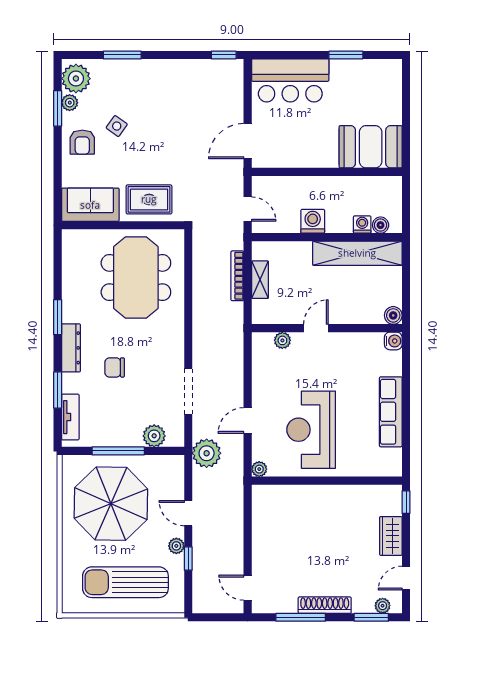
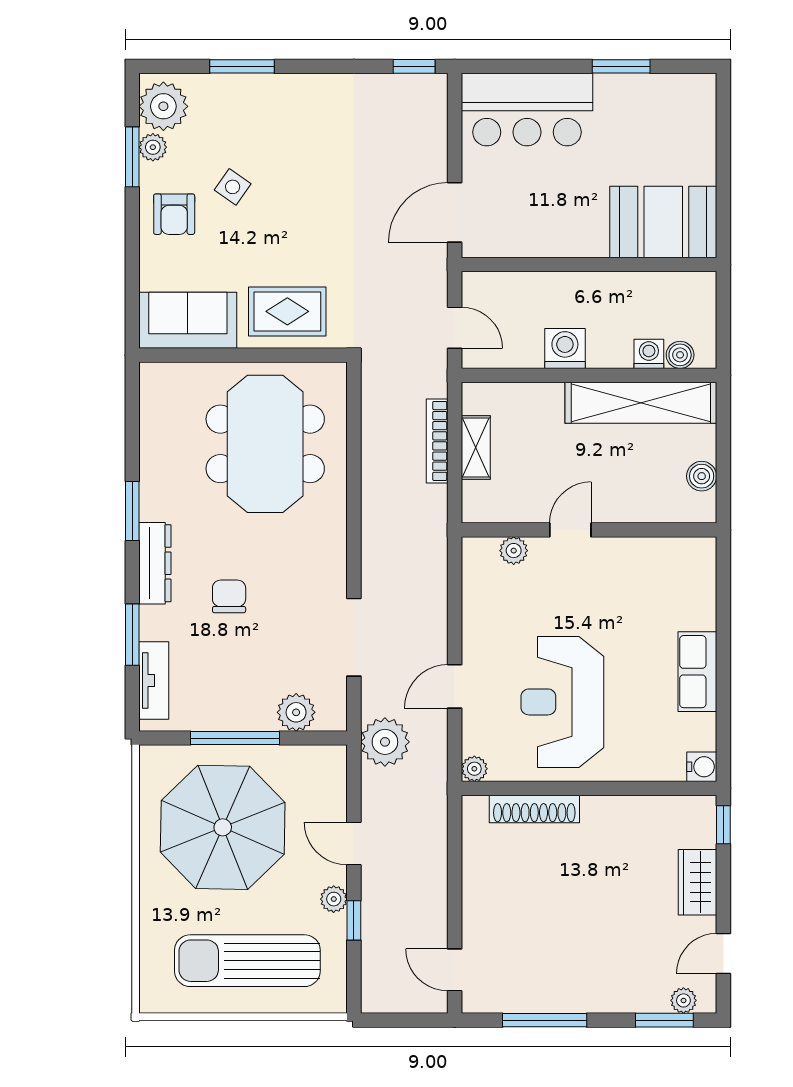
boiler: (393, 315) -> (702, 476), moved
water cooler: (393, 341) -> (702, 767), moved
chair: (115, 367) -> (229, 596), turned 90
row of seats: (391, 412) -> (697, 672), width x0.68
shoe rack: (325, 605) -> (534, 809), moved, turned 180

